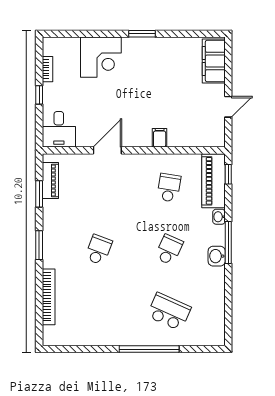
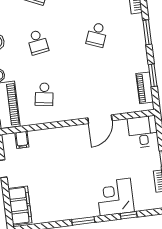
window: (88, 34) -> (129, 215), added
filing cabinet: (160, 138) -> (22, 140), moved
school desk: (169, 250) -> (38, 42), turned -33

